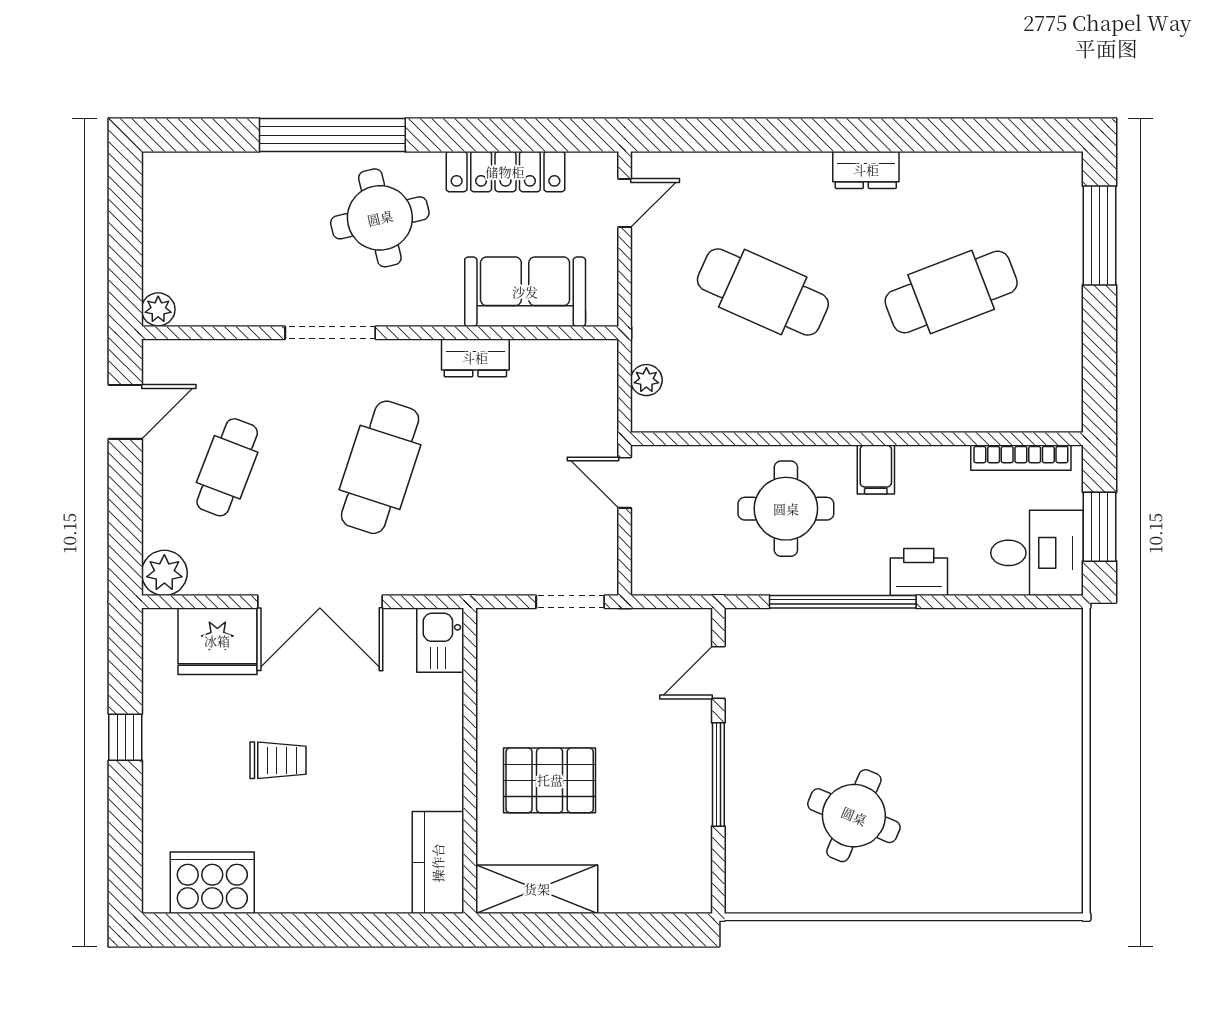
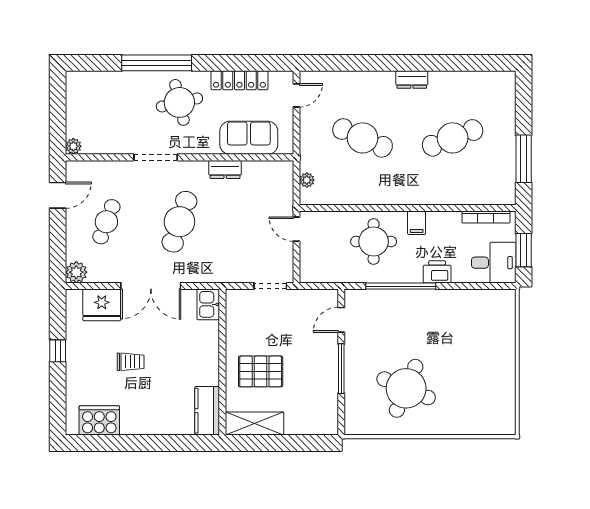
window: (1100, 235) -> (524, 159), moved
round table: (854, 816) -> (406, 388), width x1.36, depth x1.36

